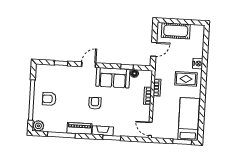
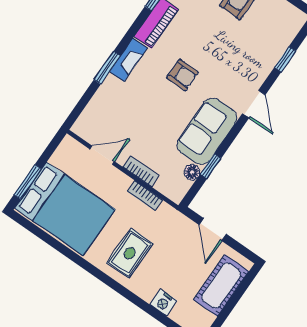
nightstand: (198, 64) -> (163, 303), moved
bed: (189, 119) -> (65, 209), width x1.50
door: (150, 129) -> (102, 155), moved

